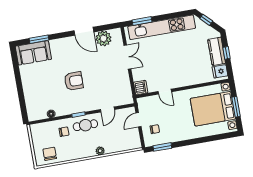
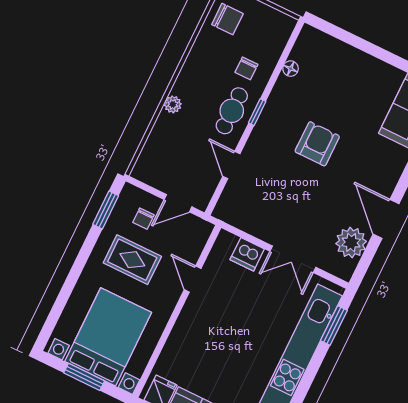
door: (84, 31) -> (386, 219), hinge flipped
armchair: (74, 81) -> (317, 144), turned 180
dishwasher: (141, 88) -> (247, 254), moved
door: (165, 92) -> (193, 279), hinge flipped
door: (138, 120) -> (178, 203), swing flipped
rug: (175, 122) -> (132, 260), added

